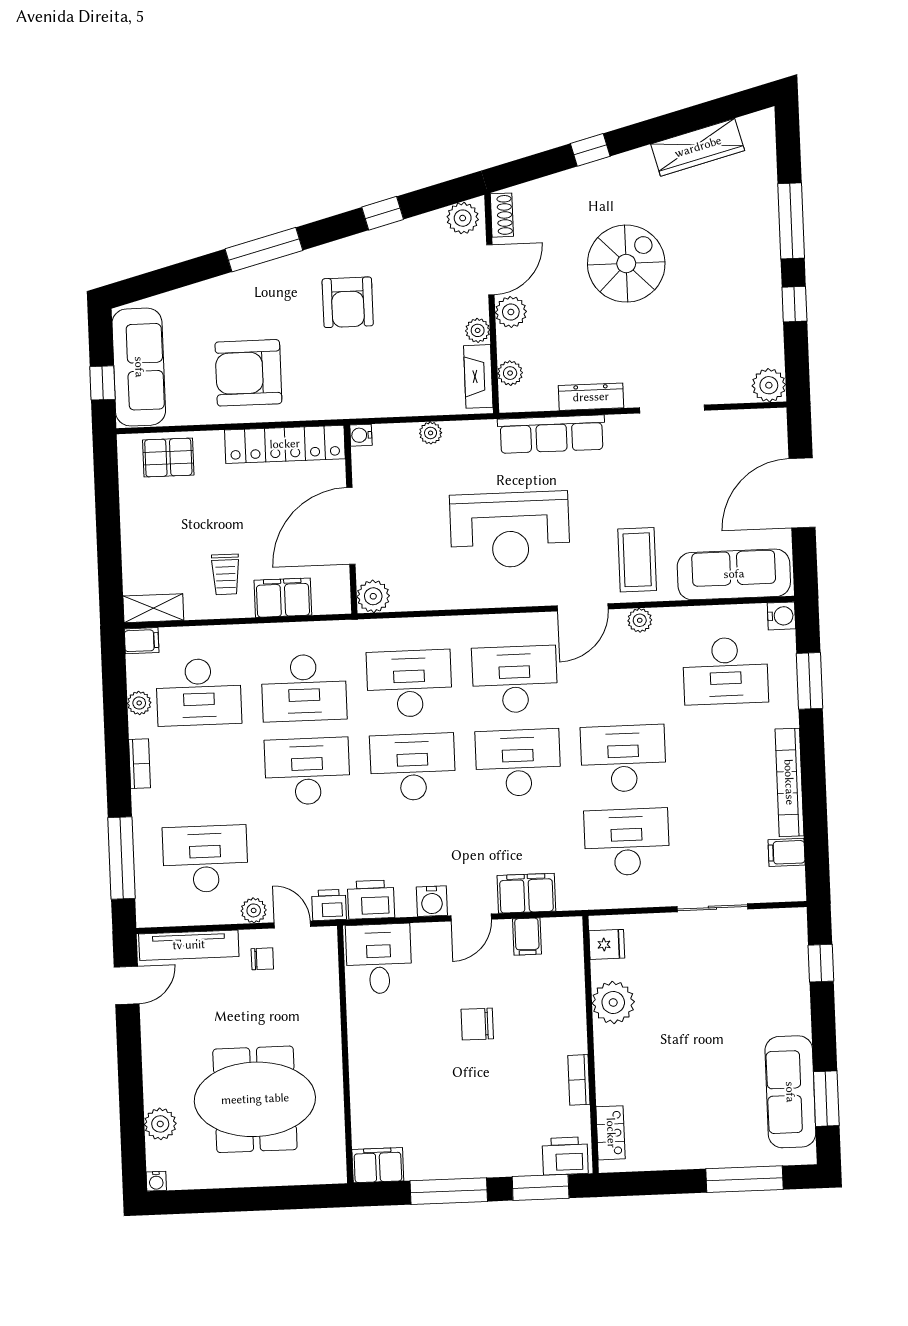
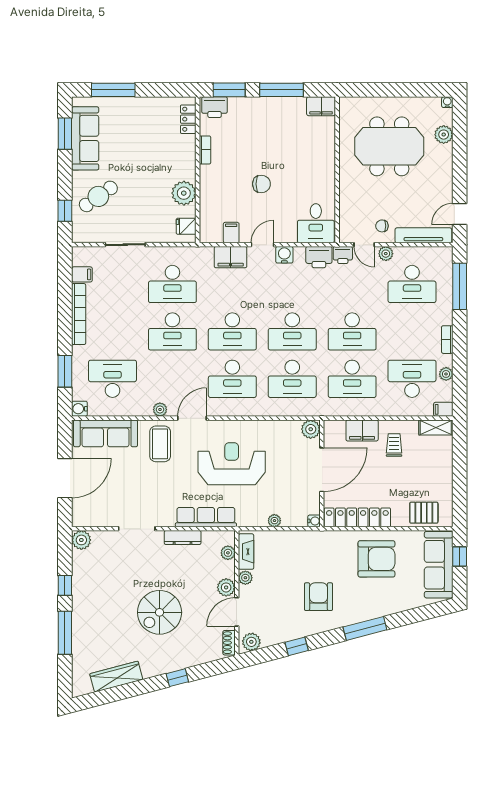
desk: (304, 688) -> (352, 379), turned 180
cafe table: (763, 991) -> (98, 196), added

